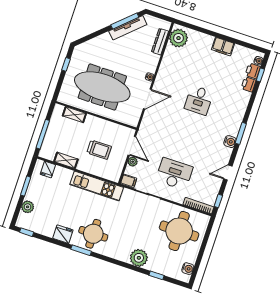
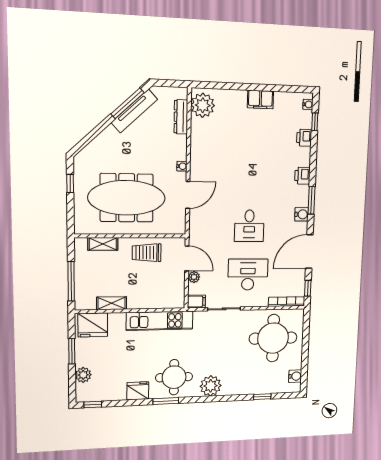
printer: (253, 71) -> (302, 176), moved
desk: (199, 100) -> (249, 226), moved
trolley: (99, 150) -> (147, 253), moved, turned 180
fridge: (48, 169) -> (93, 325), width x1.88, depth x1.34
door: (228, 173) -> (309, 252), width x1.88
plant: (139, 258) -> (211, 386), moved

